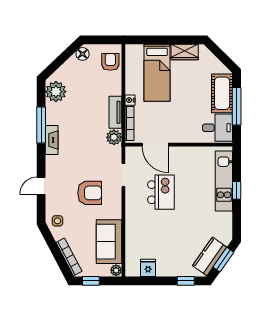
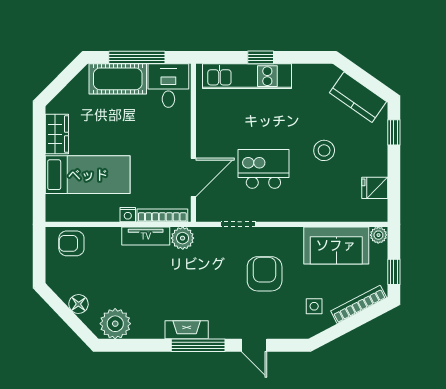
floor lamp: (82, 54) -> (78, 304), moved
window: (41, 125) -> (198, 345), moved
side table: (57, 221) -> (314, 306), moved
stool: (173, 233) -> (324, 150), added
window: (223, 260) -> (363, 77), removed

